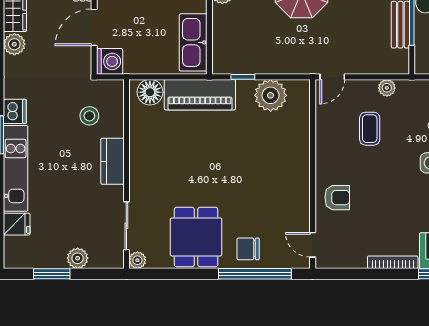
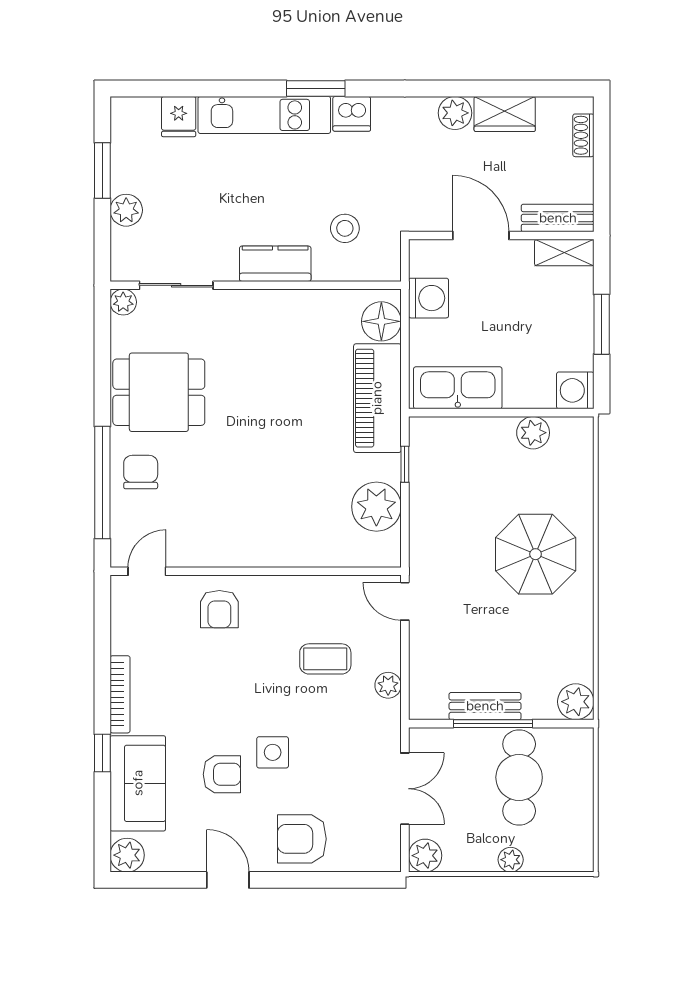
washing machine: (110, 61) -> (429, 298), moved, turned -90

